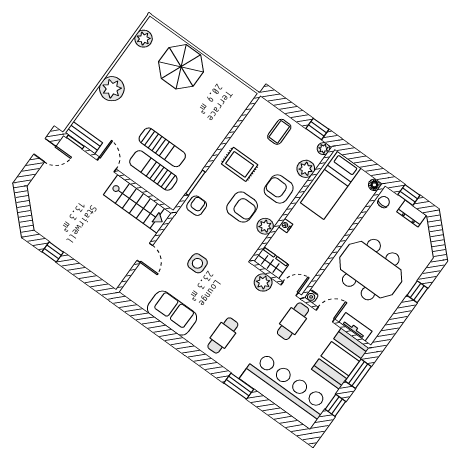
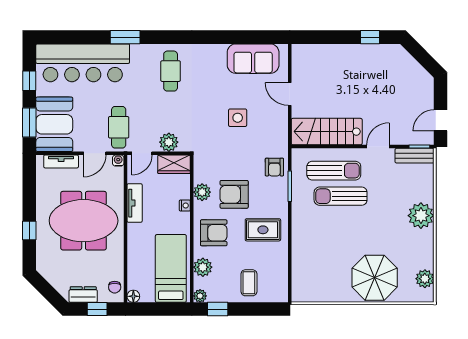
door: (107, 165) -> (378, 147), swing flipped
tv unit: (322, 255) -> (135, 203), added
sofa: (172, 313) -> (253, 59), moved

